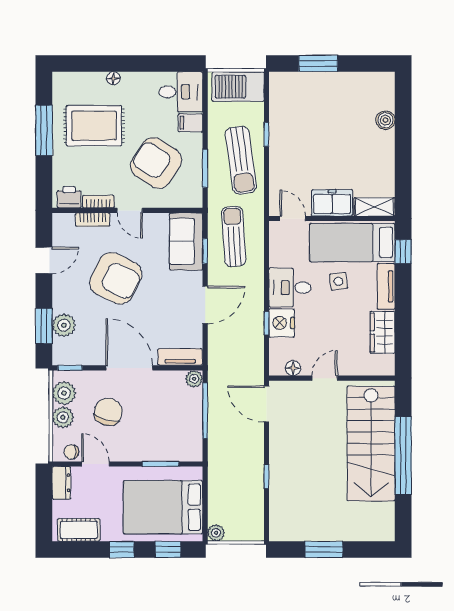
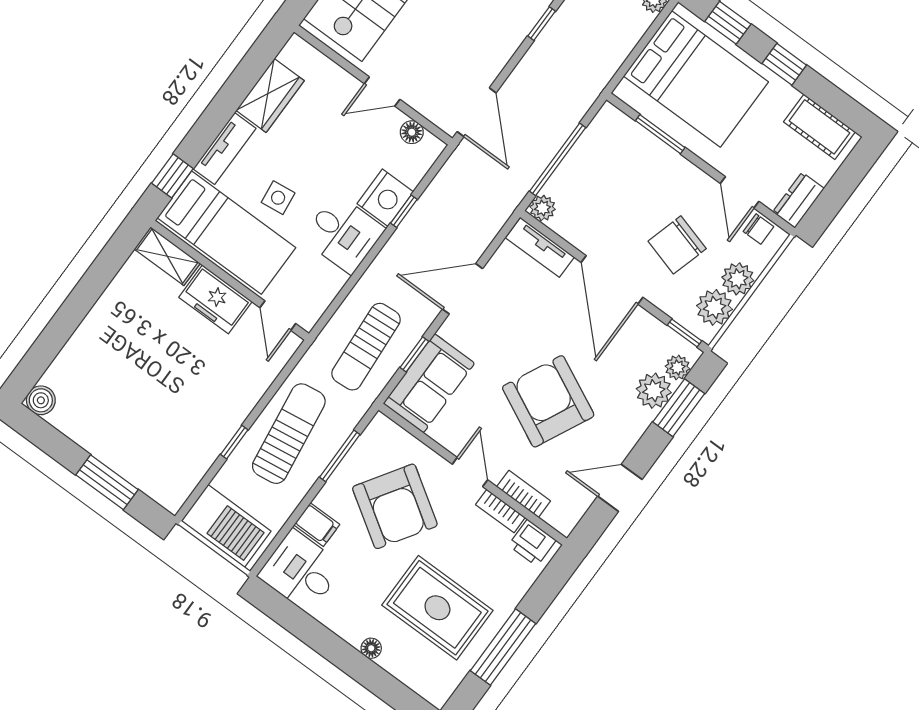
boiler: (385, 120) -> (41, 400), moved
plant: (60, 347) -> (677, 367), added

